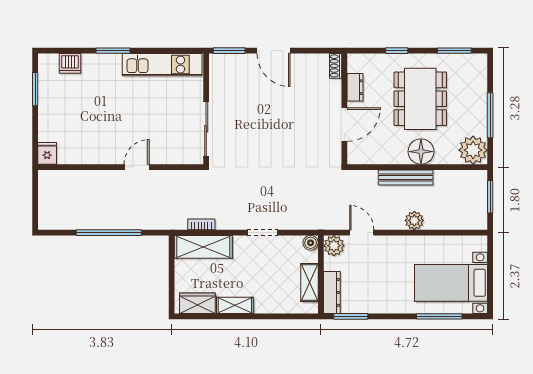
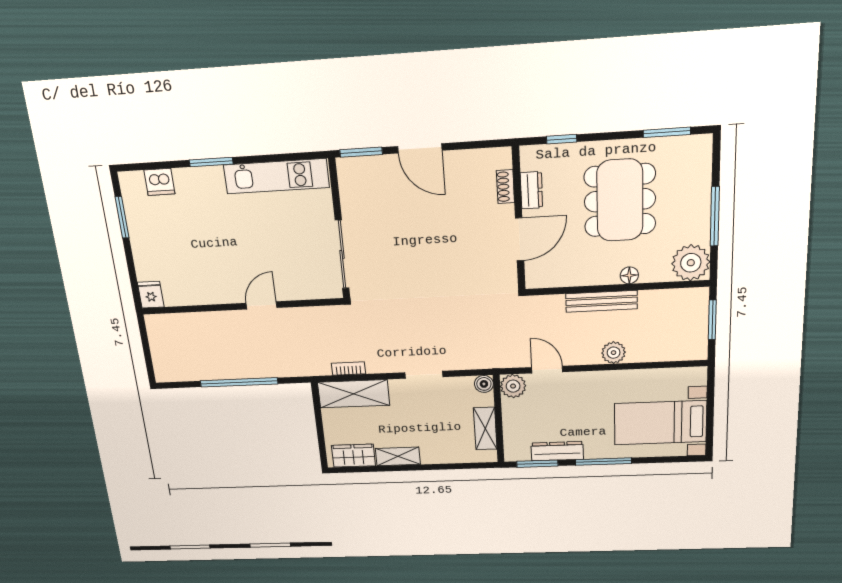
window: (397, 51) -> (562, 139), moved
shoe rack: (336, 66) -> (505, 187), moved
floor lamp: (421, 152) -> (629, 275), width x0.53, depth x0.53
dresser: (332, 292) -> (557, 451), moved, turned -90
window: (439, 316) -> (603, 462), moved

